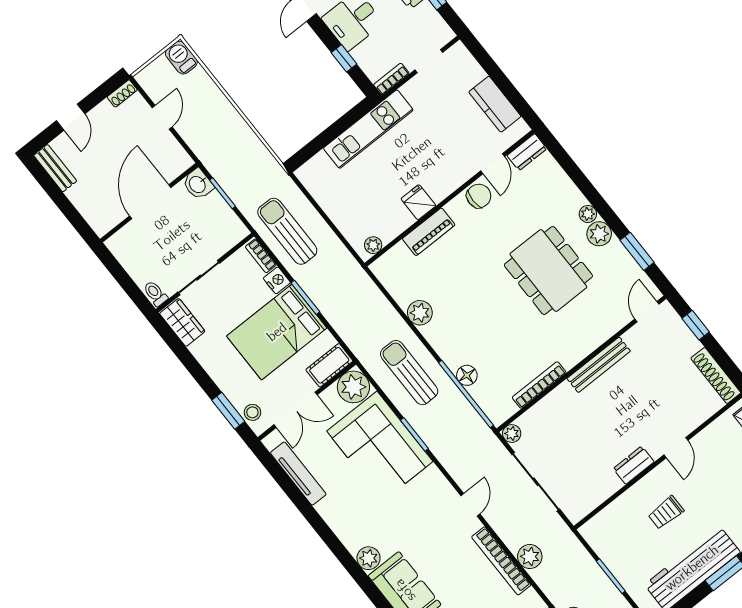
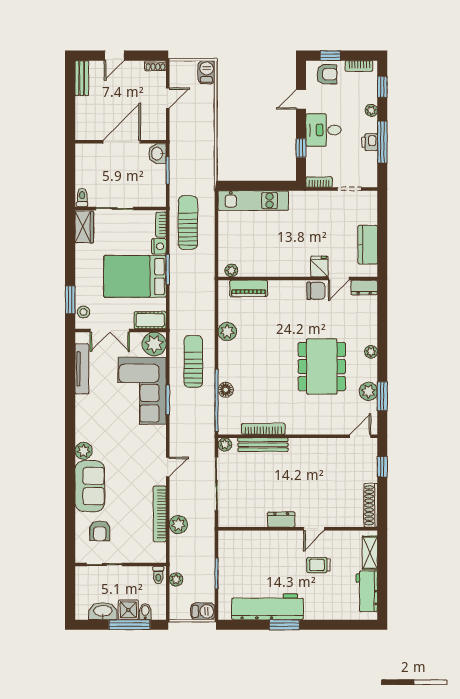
kitchen unit: (368, 129) -> (253, 201), moved
fridge: (418, 202) -> (319, 266), moved
piano: (429, 232) -> (249, 288), moved
plant: (599, 234) -> (368, 391), moved
bench: (599, 365) -> (263, 445), moved
trolley: (666, 513) -> (318, 565), moved

